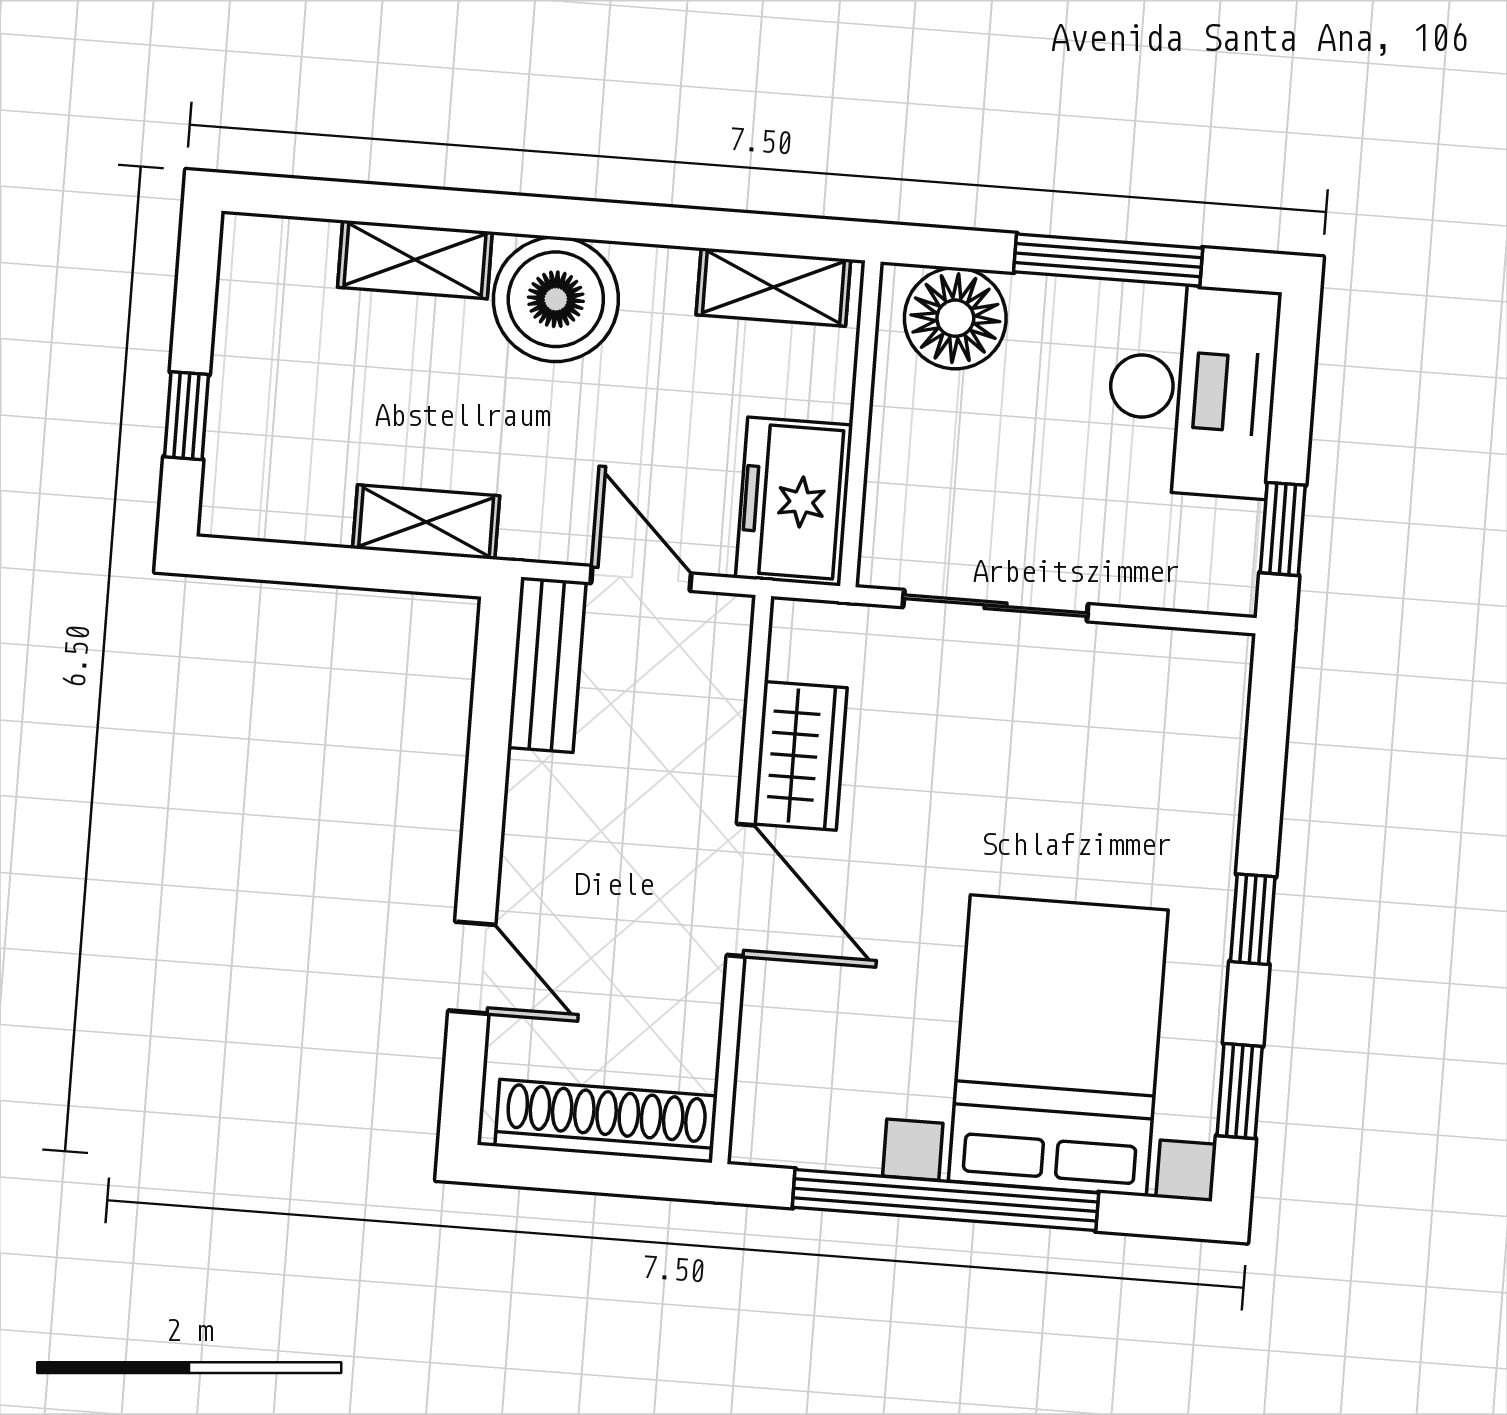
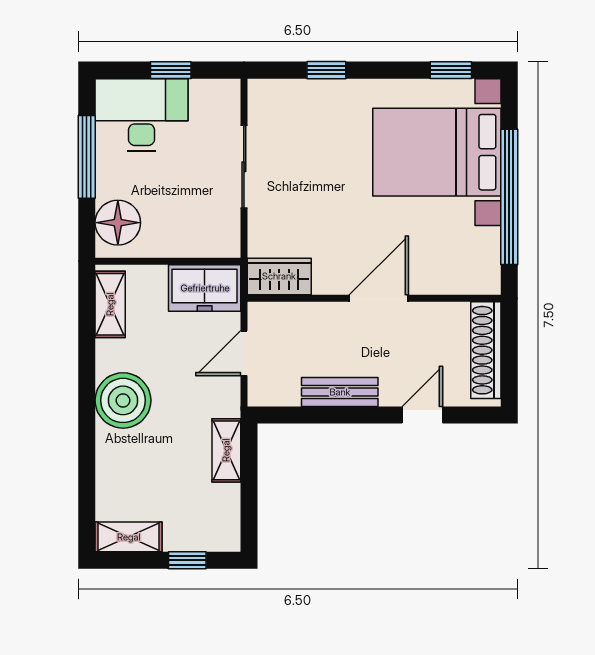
shelving: (415, 260) -> (129, 537), moved, turned 90
window: (1283, 529) -> (171, 70), moved
sliding door: (996, 606) -> (244, 167), moved
bench: (547, 665) -> (340, 392), moved
wardrobe: (800, 756) -> (279, 276), moved
window: (1253, 919) -> (326, 70), moved

